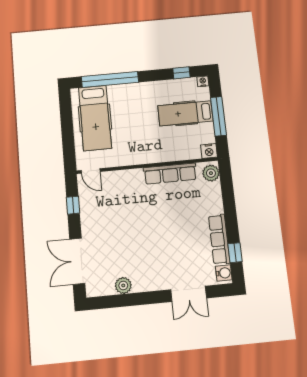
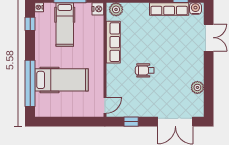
hospital bed: (95, 118) -> (62, 80), moved
wheelchair: (139, 216) -> (145, 70), added

